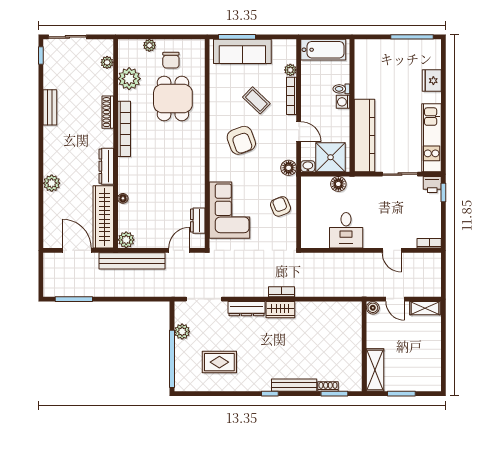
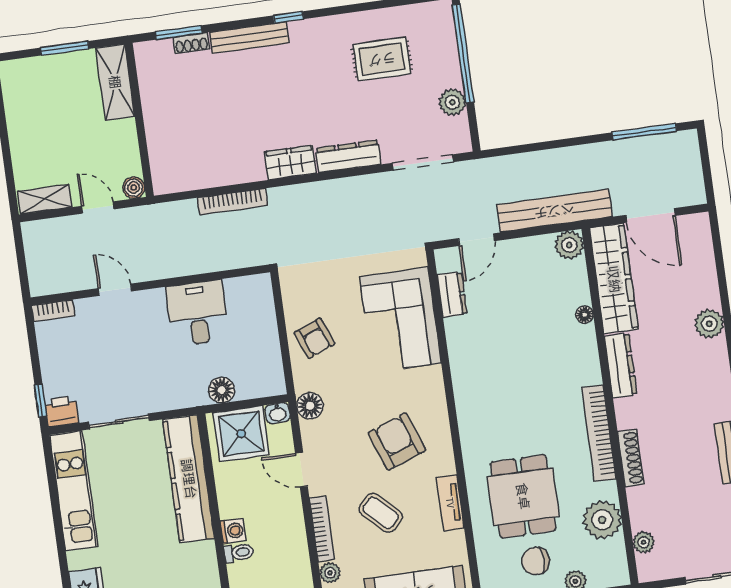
chair: (171, 60) -> (536, 561), turned -90
tv unit: (215, 101) -> (450, 503), added
bookcase: (282, 292) -> (233, 202), moved, width x1.56

